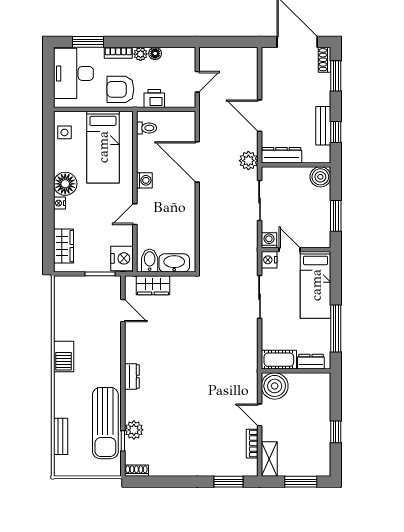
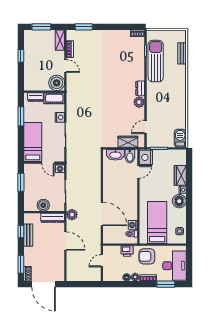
armchair: (120, 89) -> (147, 256), turned 180
boiler: (320, 177) -> (43, 205), moved
washing machine: (144, 180) -> (133, 225), moved
door: (135, 214) -> (138, 172), moved
wardrobe: (63, 246) -> (180, 175), moved
nightstand: (269, 260) -> (60, 117), moved
door: (123, 311) -> (146, 127), hinge flipped
window: (336, 329) -> (21, 116), width x0.69
barbecue: (64, 357) -> (180, 138), moved
plant: (134, 430) -> (139, 102), moved

